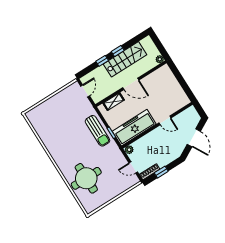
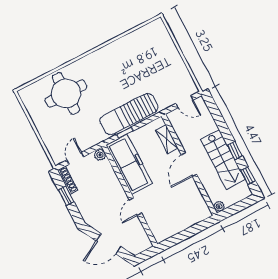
window: (102, 61) -> (248, 176), moved
sun lounger: (97, 131) -> (129, 114), width x1.36, depth x1.34

